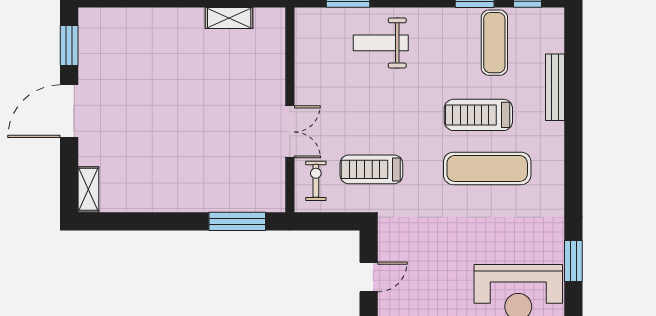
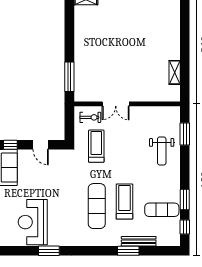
weight bench: (381, 43) -> (162, 151), turned 180
window: (573, 108) -> (128, 251), added

